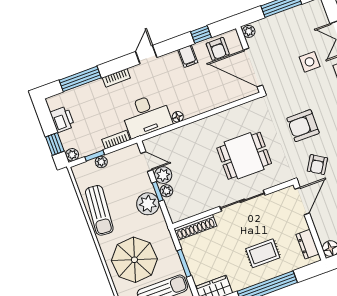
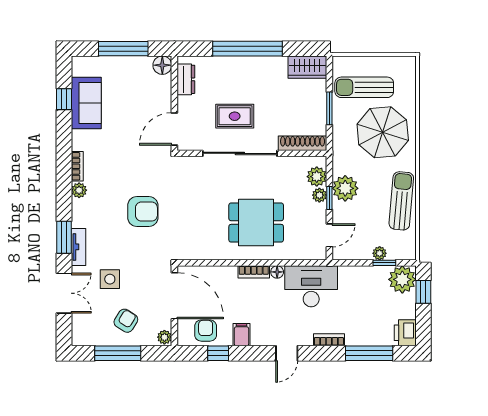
printer: (62, 119) -> (405, 333), moved
bookcase: (116, 140) -> (254, 272), moved
plant: (72, 155) -> (402, 279), width x1.87, depth x1.87
dining table: (244, 156) -> (256, 223), moved
door: (147, 162) -> (329, 235), swing flipped
armchair: (317, 165) -> (126, 321), moved
plant: (163, 175) -> (317, 177), moved
sliding door: (242, 201) -> (240, 153), width x1.36
rug: (263, 253) -> (235, 116), moved

